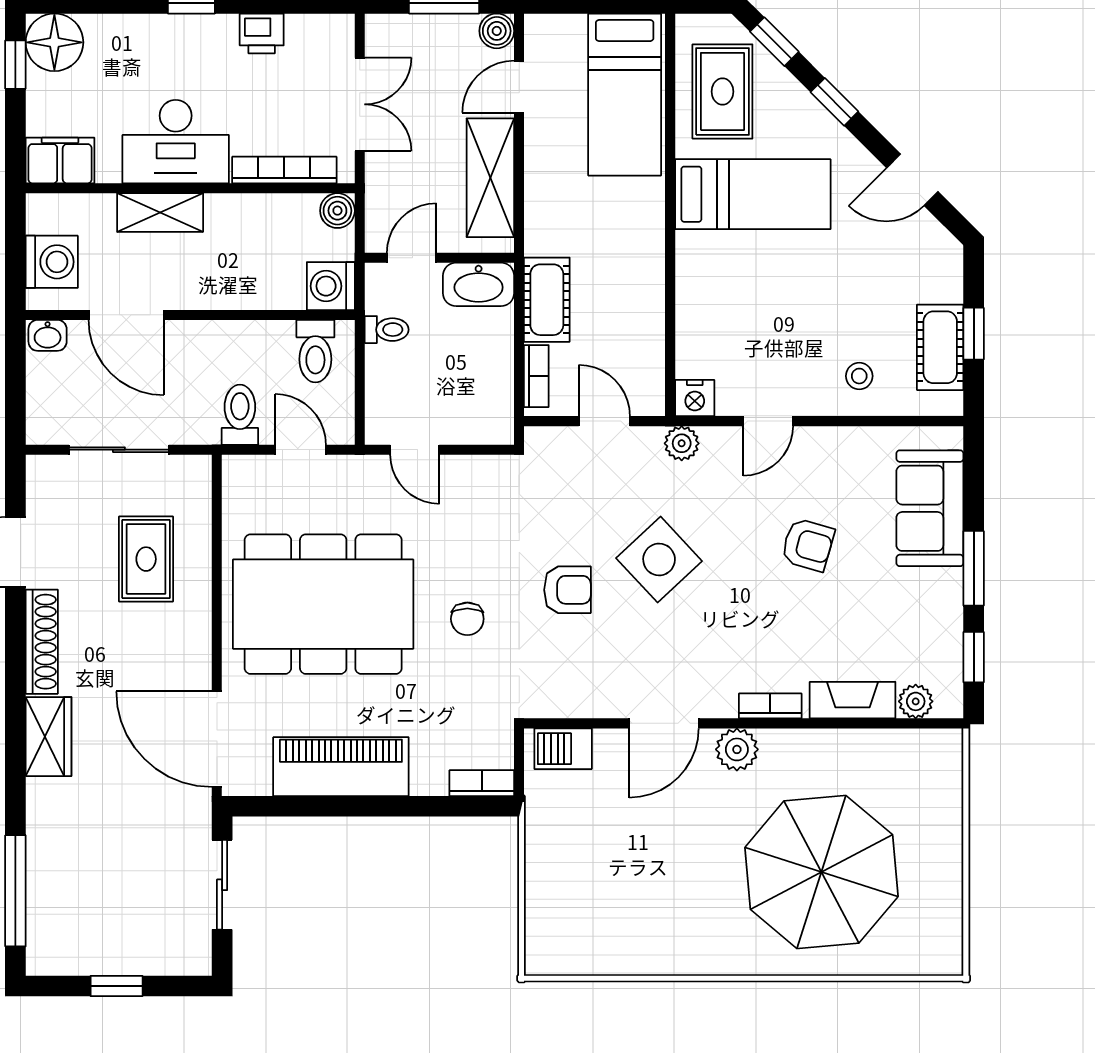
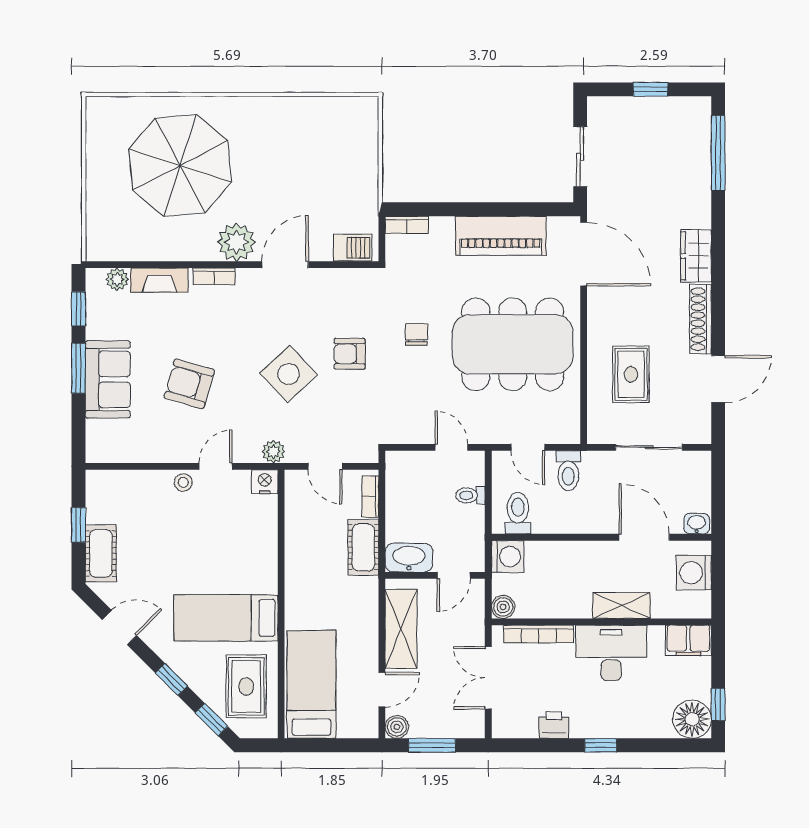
toilet: (387, 330) -> (470, 495), moved
cot: (940, 347) -> (101, 553), moved
stool: (859, 376) -> (183, 482), moved
sofa: (930, 508) -> (108, 379), moved
armchair: (808, 545) -> (189, 384), width x1.38, depth x1.38
plant: (737, 749) -> (237, 242), width x1.36, depth x1.36

